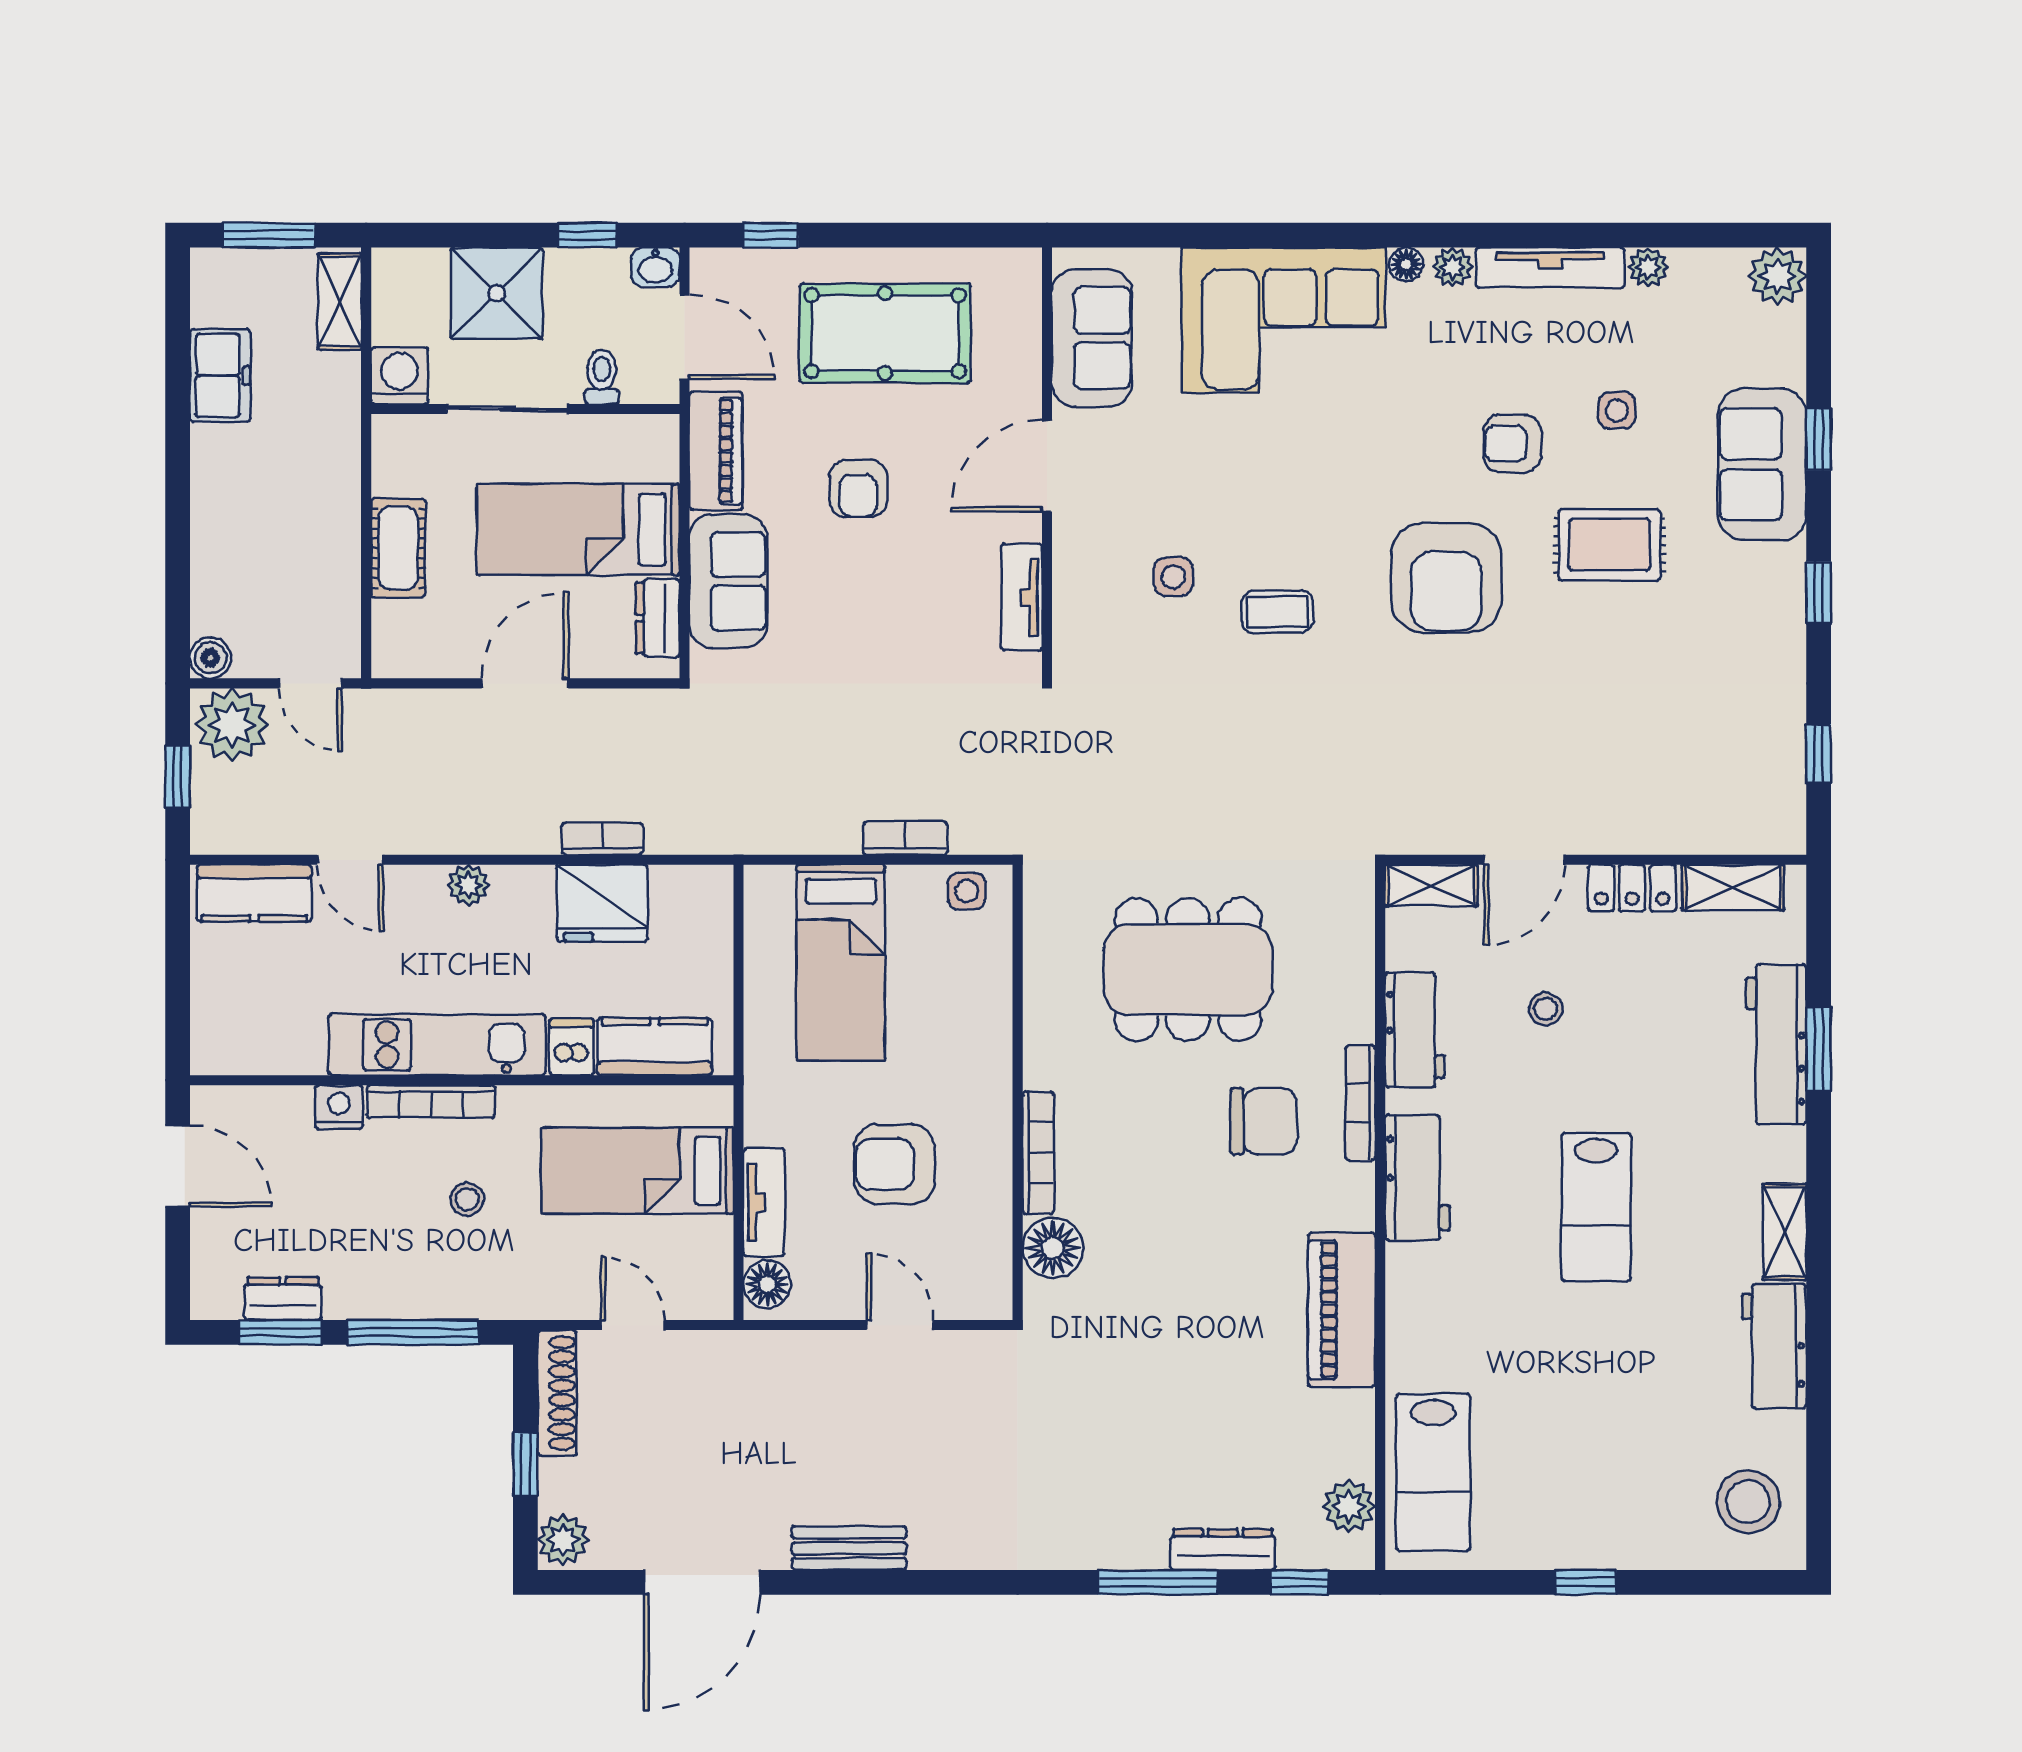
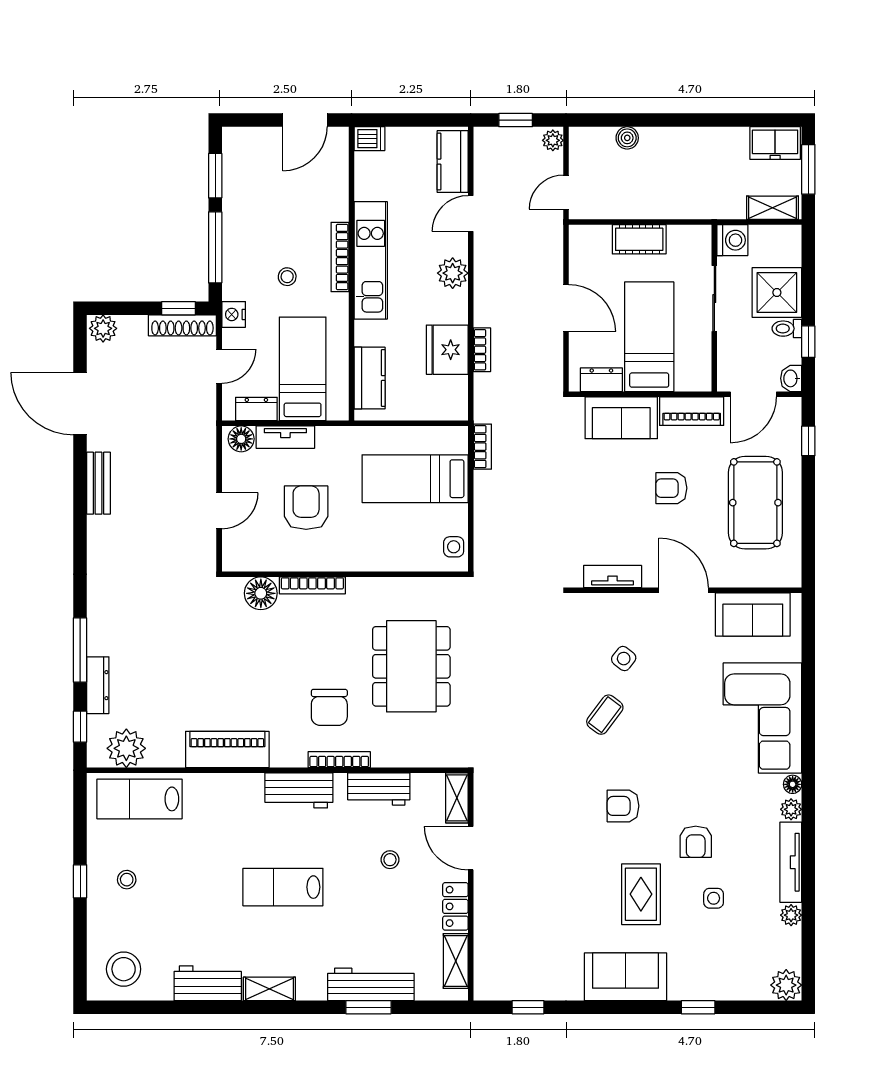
freezer: (220, 376) -> (775, 143), moved
toilet: (602, 377) -> (787, 329), moved, turned 180
armchair: (1512, 443) -> (696, 842), turned 180
sofa: (1762, 464) -> (626, 977), moved
side table: (1173, 577) -> (624, 659), turned 38
armchair: (1446, 578) -> (623, 806), width x0.53, depth x0.53
window: (1819, 593) -> (615, 1007), removed
coffee table: (1277, 612) -> (605, 715), turned 38
boiler: (210, 658) -> (627, 138), moved
plant: (232, 725) -> (553, 140), width x0.53, depth x0.53
bookcase: (905, 838) -> (482, 447), moved
plant: (468, 885) -> (453, 273), width x1.38, depth x1.38
dishwasher: (572, 1047) -> (370, 139), moved
nightstand: (339, 1107) -> (234, 314), moved, turned 180
dresser: (283, 1299) -> (256, 409), moved, turned -90
window: (525, 1464) -> (179, 308), moved
stool: (1582, 1496) -> (127, 880), added
plant: (1349, 1506) -> (126, 748), width x1.36, depth x1.36

